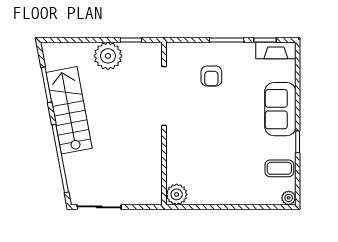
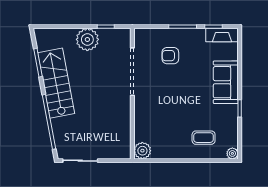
armchair: (211, 76) -> (170, 56), turned 90
coffee table: (279, 168) -> (204, 138), moved

